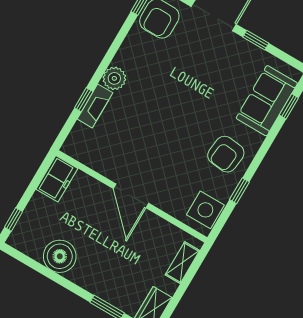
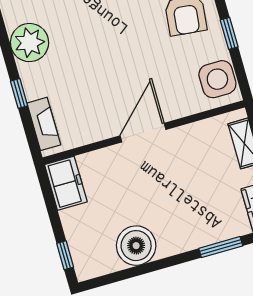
plant: (114, 78) -> (30, 43), width x1.36, depth x1.36
fireplace: (95, 106) -> (44, 124), moved
door: (131, 196) -> (143, 133), swing flipped

